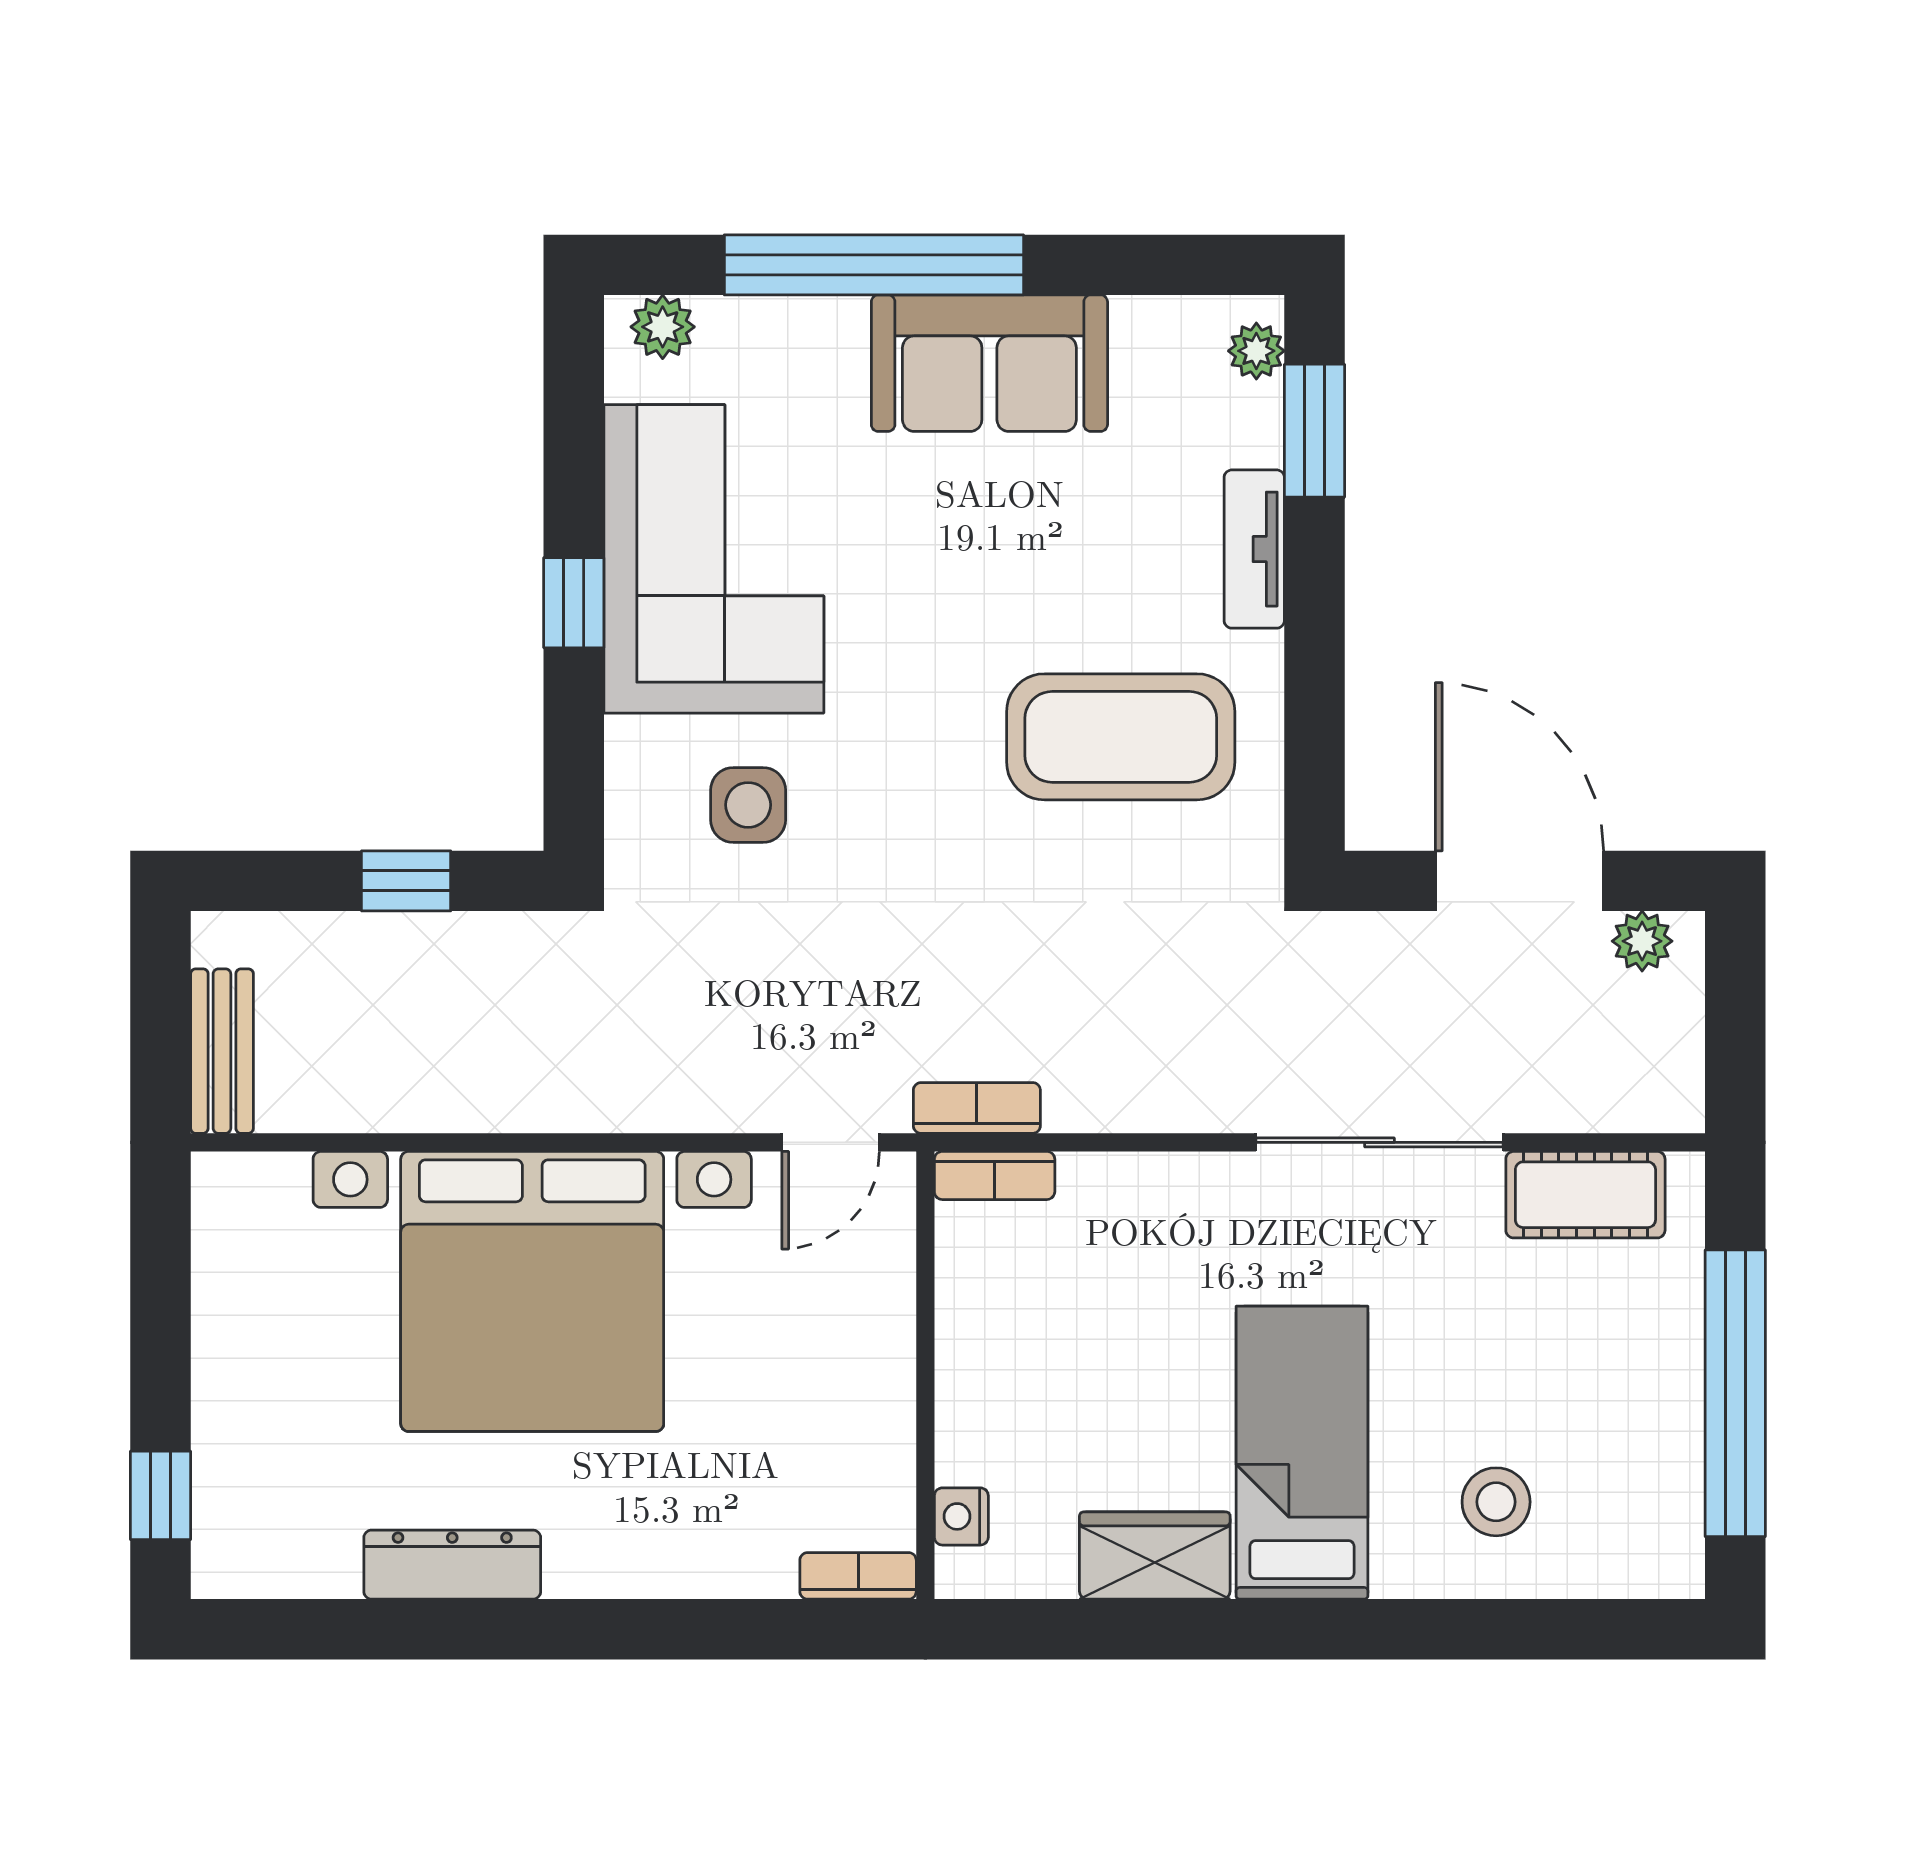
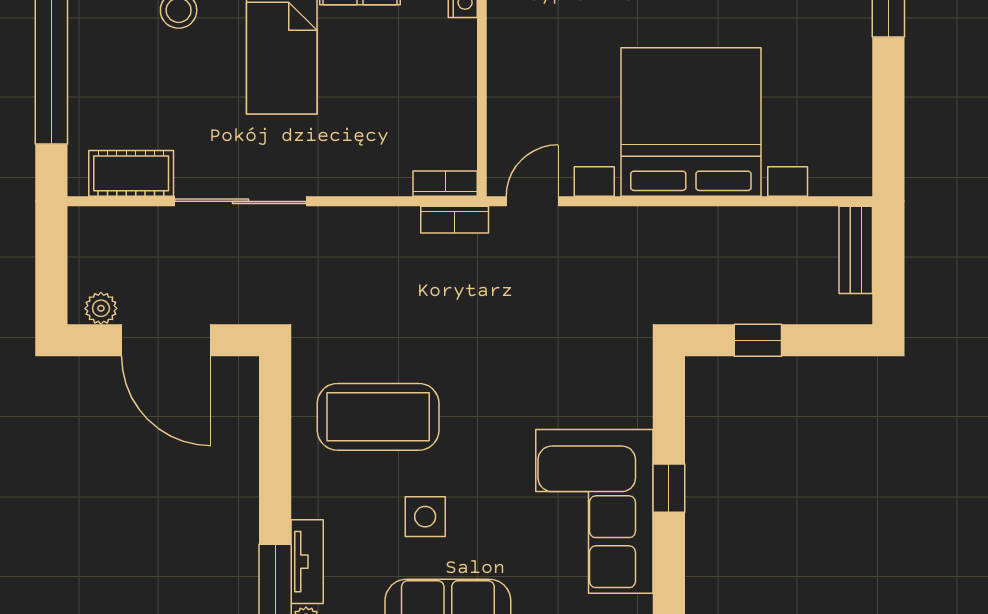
tv unit: (1254, 549) -> (307, 562), moved
side table: (748, 805) -> (425, 517), moved

